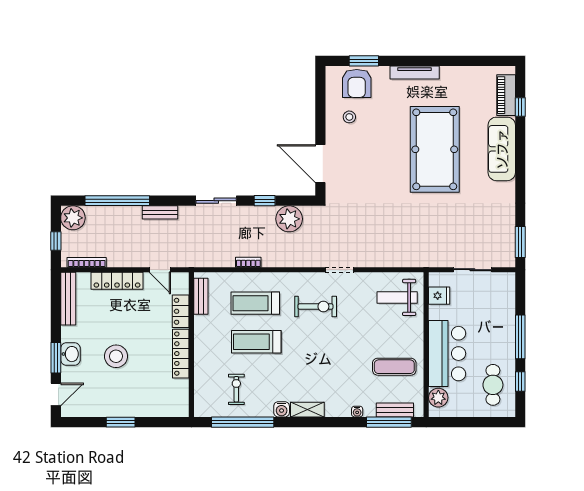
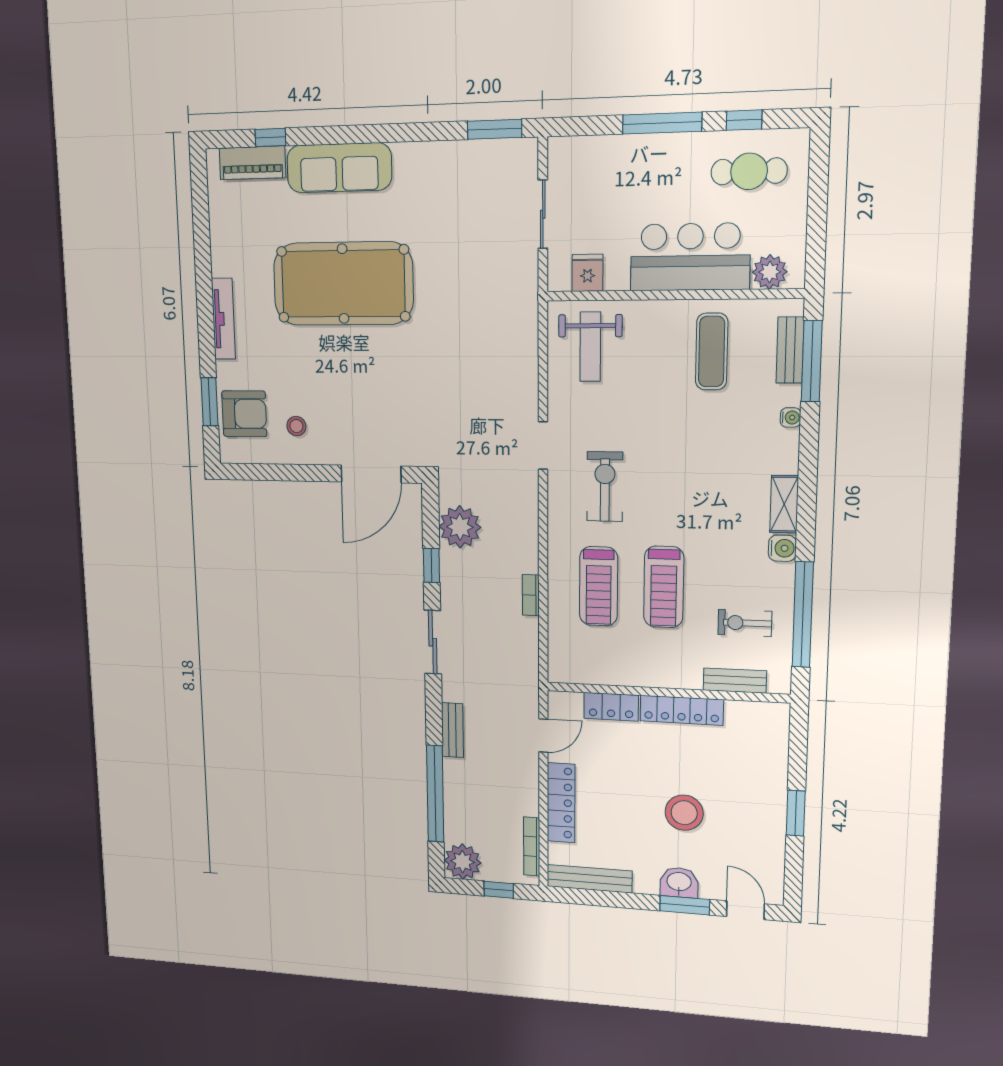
bench: (201, 296) -> (735, 681), moved

